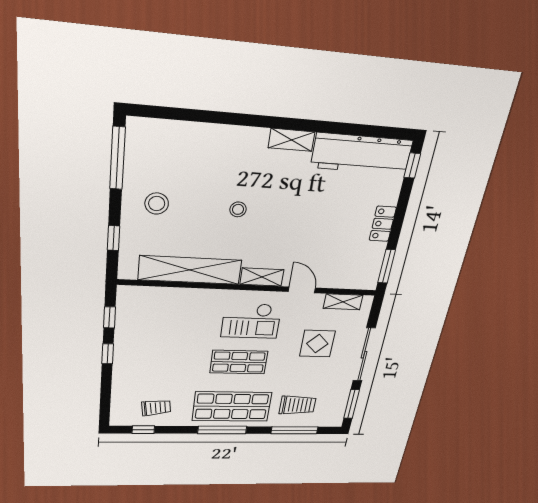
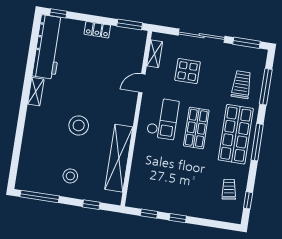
stool: (238, 209) -> (79, 125), width x1.89, depth x1.89
shelving: (262, 277) -> (129, 111), removed

